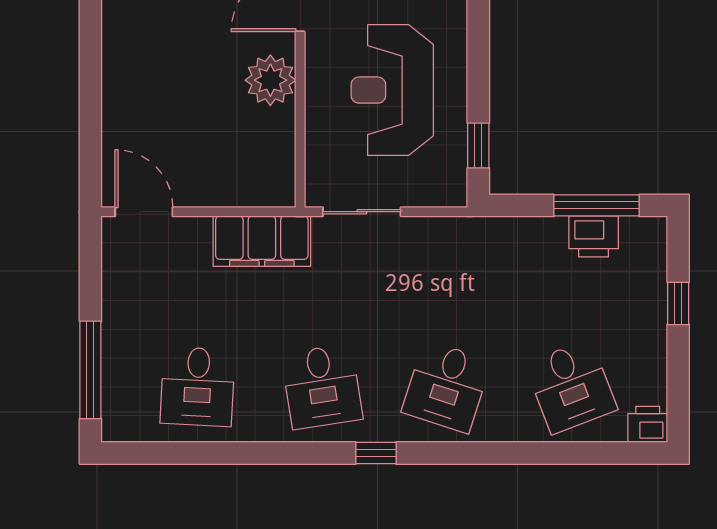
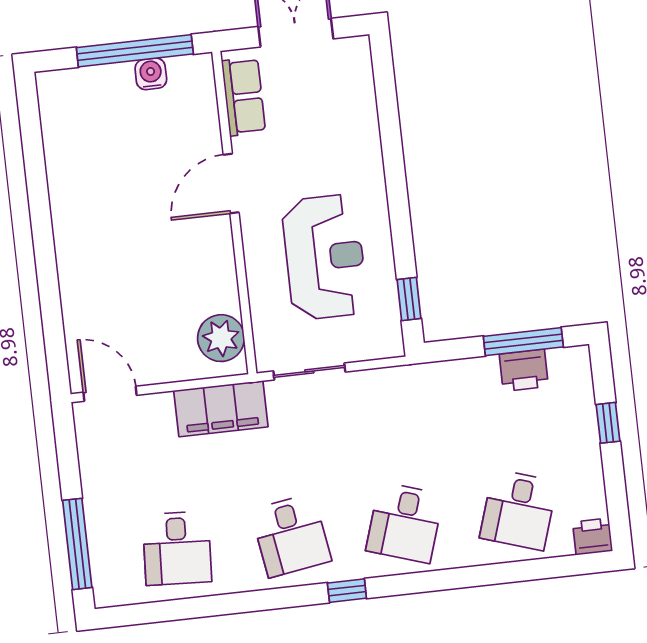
plant: (270, 80) -> (221, 338), moved
reception desk: (392, 90) -> (325, 257), turned 180
desk: (571, 387) -> (519, 510), turned 39

